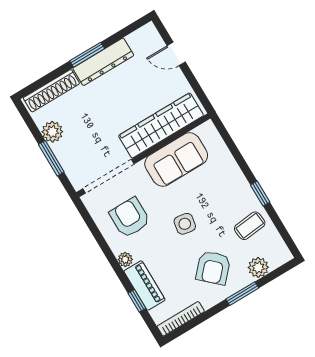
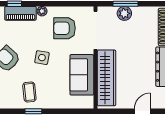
plant: (52, 132) -> (124, 13), moved
armchair: (130, 218) -> (64, 28), turned 180
coffee table: (250, 226) -> (29, 92), moved

